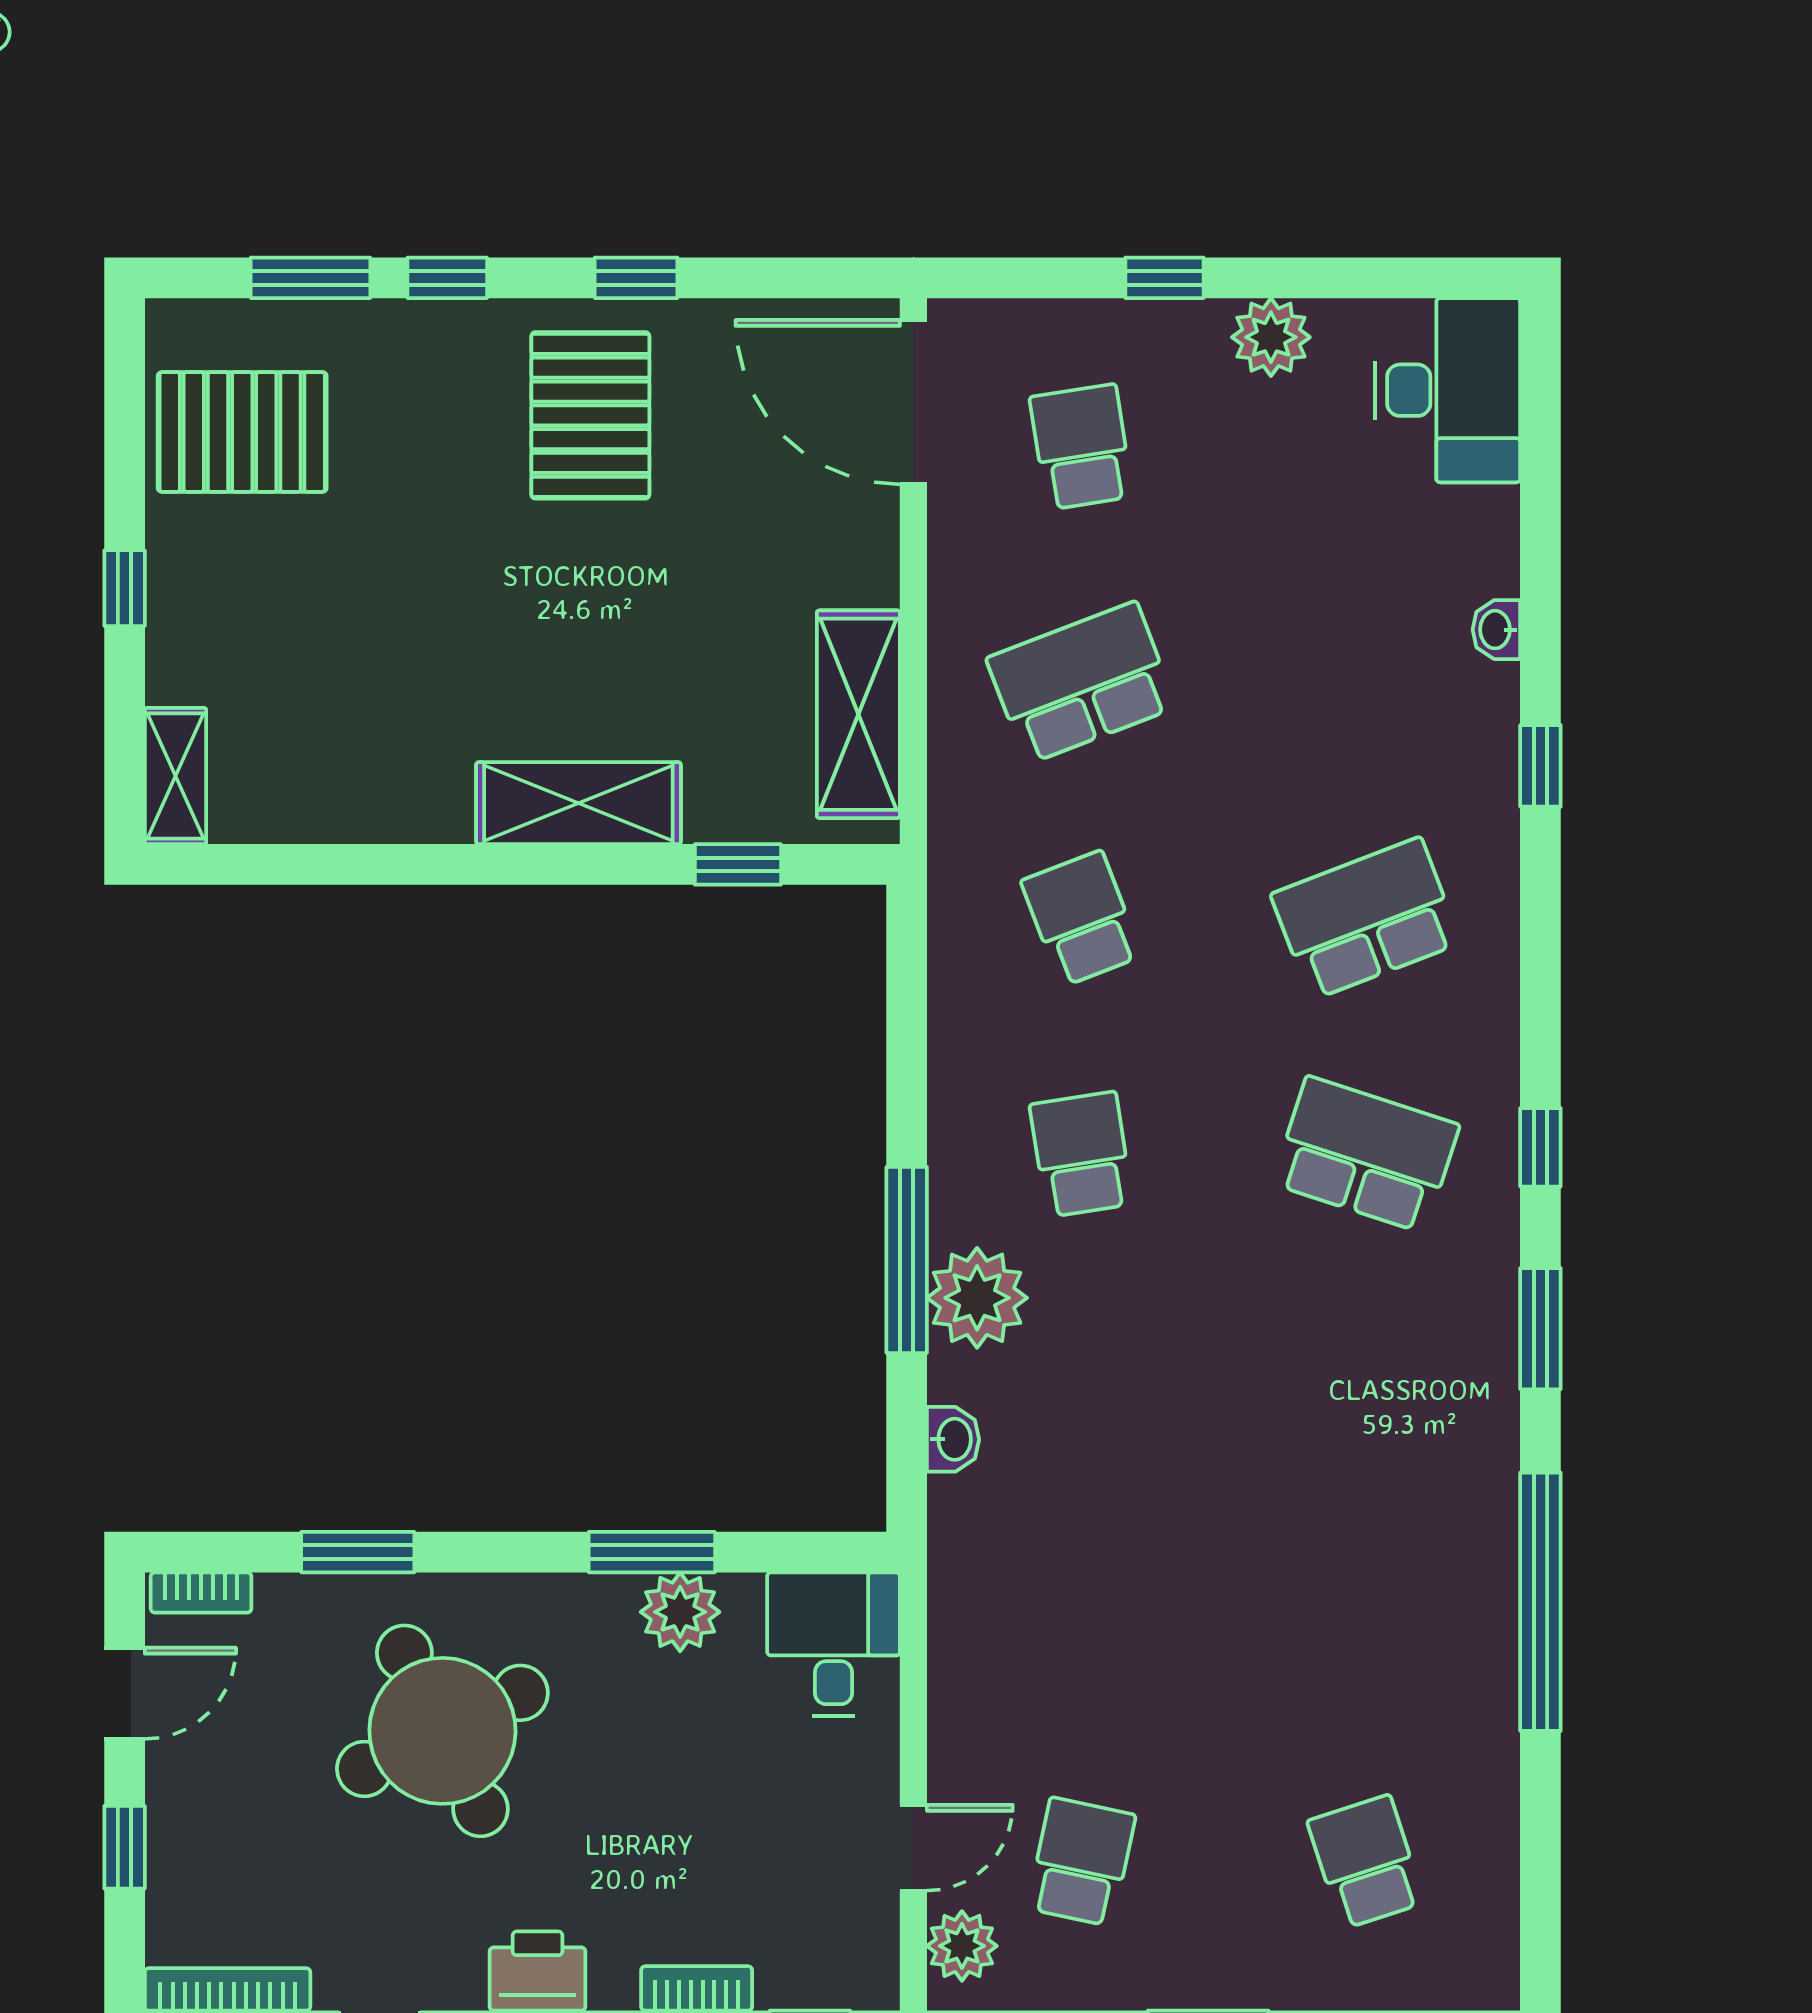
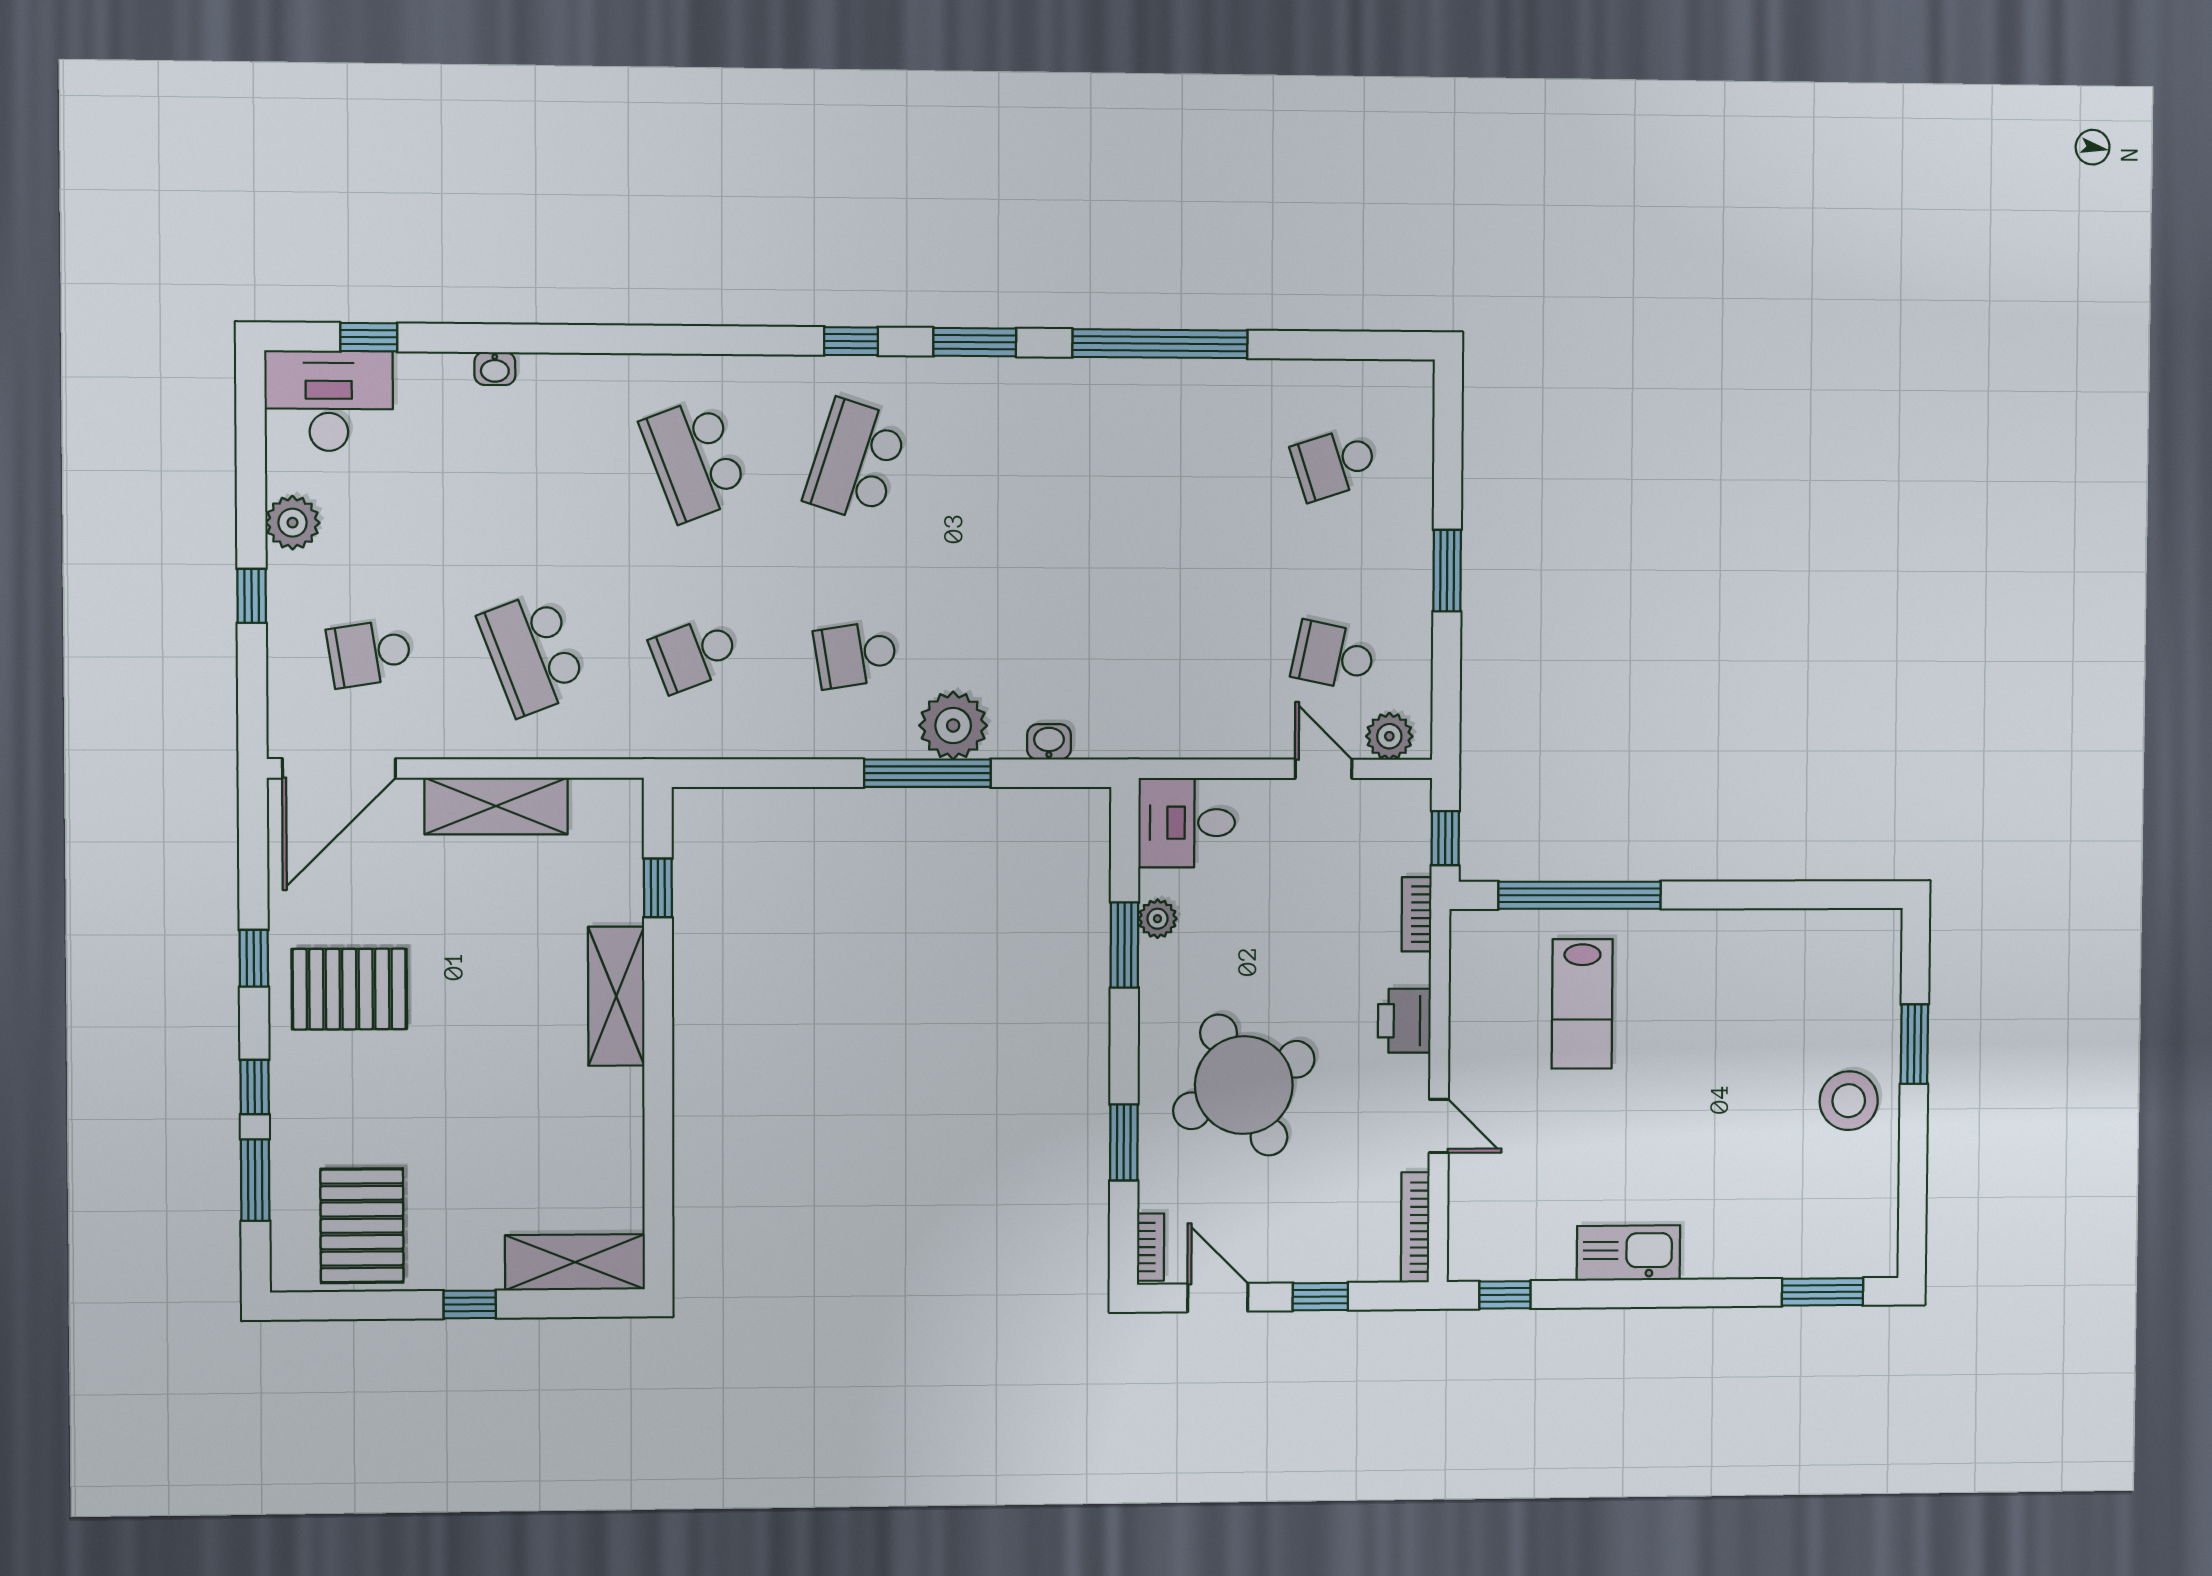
shelving: (858, 714) -> (496, 806), moved
window: (1540, 766) -> (369, 337), moved
shelving: (175, 776) -> (575, 1262), width x1.50, depth x1.33
plant: (680, 1612) -> (1157, 919), width x0.73, depth x0.73

